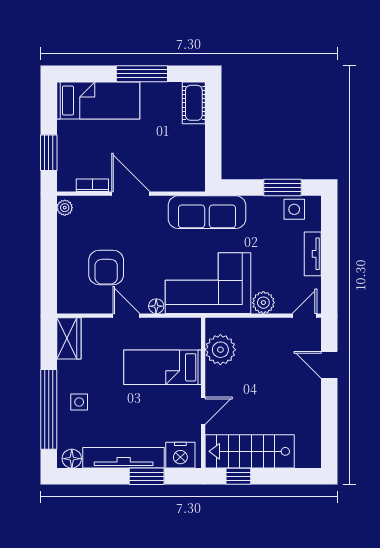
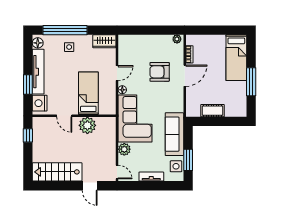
cot: (194, 103) -> (213, 111), moved
window: (49, 153) -> (207, 30), removed
sofa: (207, 212) -> (174, 134), moved
armchair: (106, 267) -> (160, 72), moved
plant: (220, 350) -> (87, 125), moved
door: (329, 365) -> (90, 186), swing flipped
stairs: (250, 451) -> (57, 172), moved, turned -90

